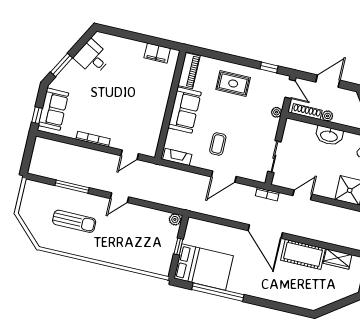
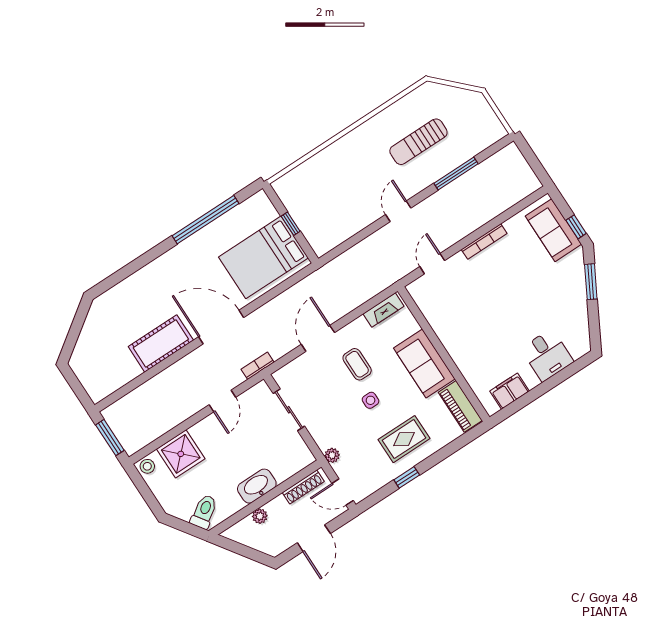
desk: (92, 57) -> (547, 355), moved, turned 61
window: (269, 67) -> (407, 477), moved
window: (37, 115) -> (576, 227), moved
plant: (327, 116) -> (260, 516), moved
side table: (230, 120) -> (371, 400), added
plant: (175, 219) -> (322, 247), removed
wardrobe: (338, 259) -> (122, 374), removed
bed: (204, 267) -> (263, 257), moved

